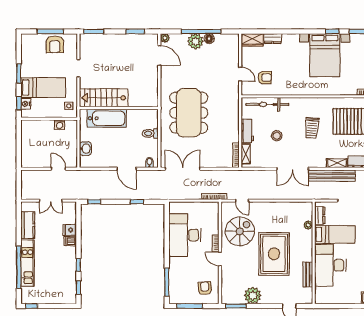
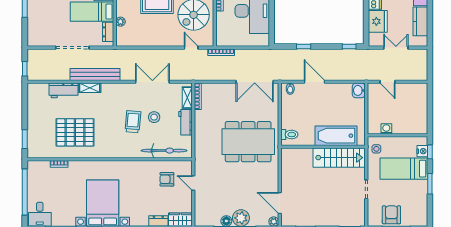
dining table: (189, 113) -> (248, 142), turned 90
trolley: (312, 128) -> (133, 122), moved
toilet: (150, 133) -> (289, 135), moved
washbasin: (85, 149) -> (359, 90), moved
double door: (293, 169) -> (152, 82), moved
fridge: (70, 230) -> (378, 21), width x1.88, depth x1.34

